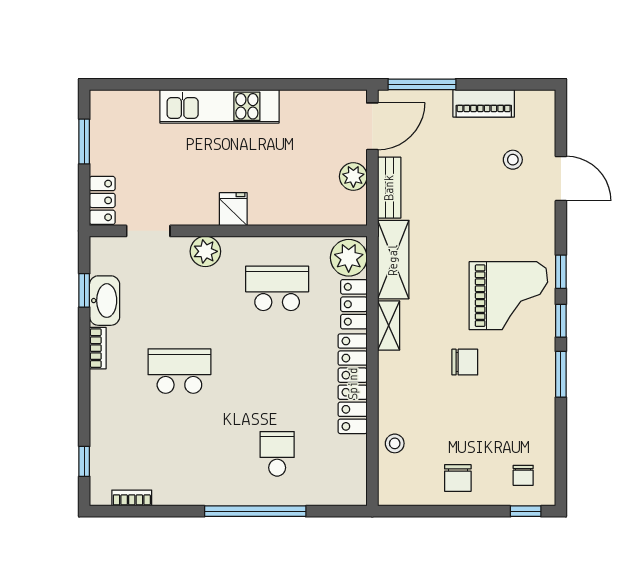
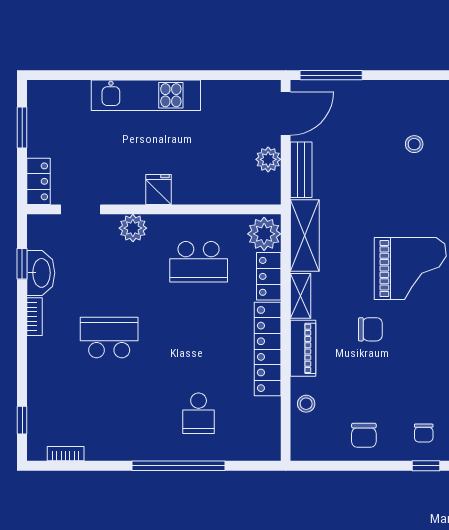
piano: (484, 103) -> (303, 348), moved, turned -90
school desk: (277, 288) -> (199, 262), turned 180
school desk: (277, 454) -> (199, 413), turned 180

